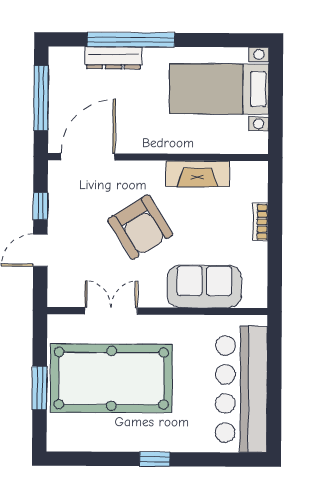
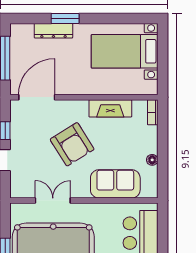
window: (131, 40) -> (65, 18), width x0.47
bookcase: (260, 222) -> (153, 112), moved
floor lamp: (259, 251) -> (152, 160), added

